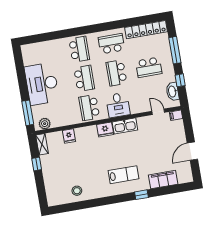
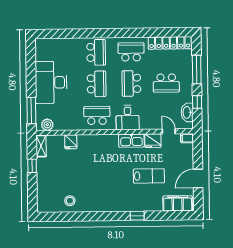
school desk: (89, 108) -> (97, 115), turned 90
fridge: (105, 130) -> (153, 141), moved
lab bench: (124, 175) -> (149, 176), moved
filing cabinet: (163, 180) -> (178, 203), moved

